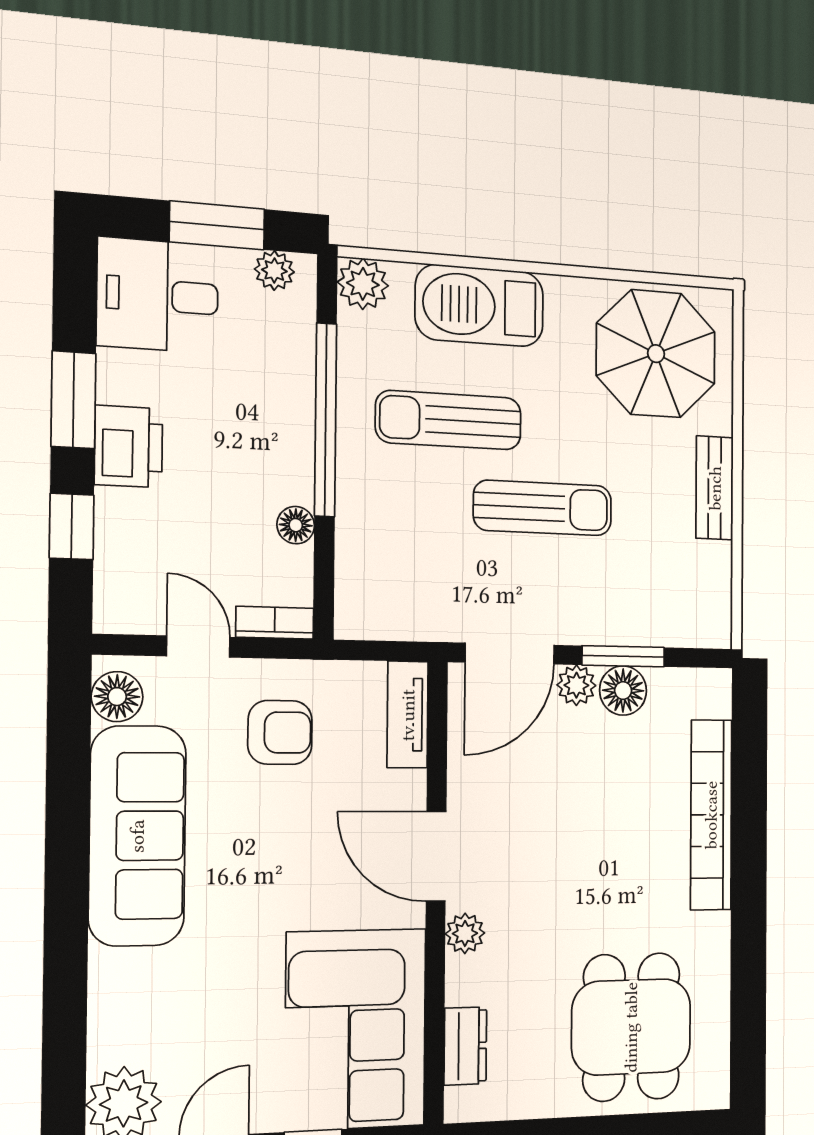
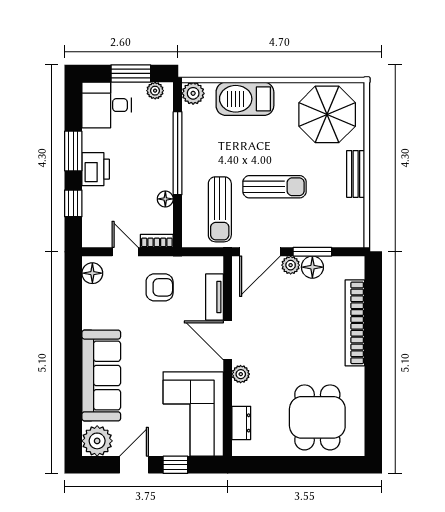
sun lounger: (449, 420) -> (220, 209), moved, turned -90
tv unit: (408, 715) -> (214, 297), moved
sofa: (137, 836) -> (101, 375), moved

